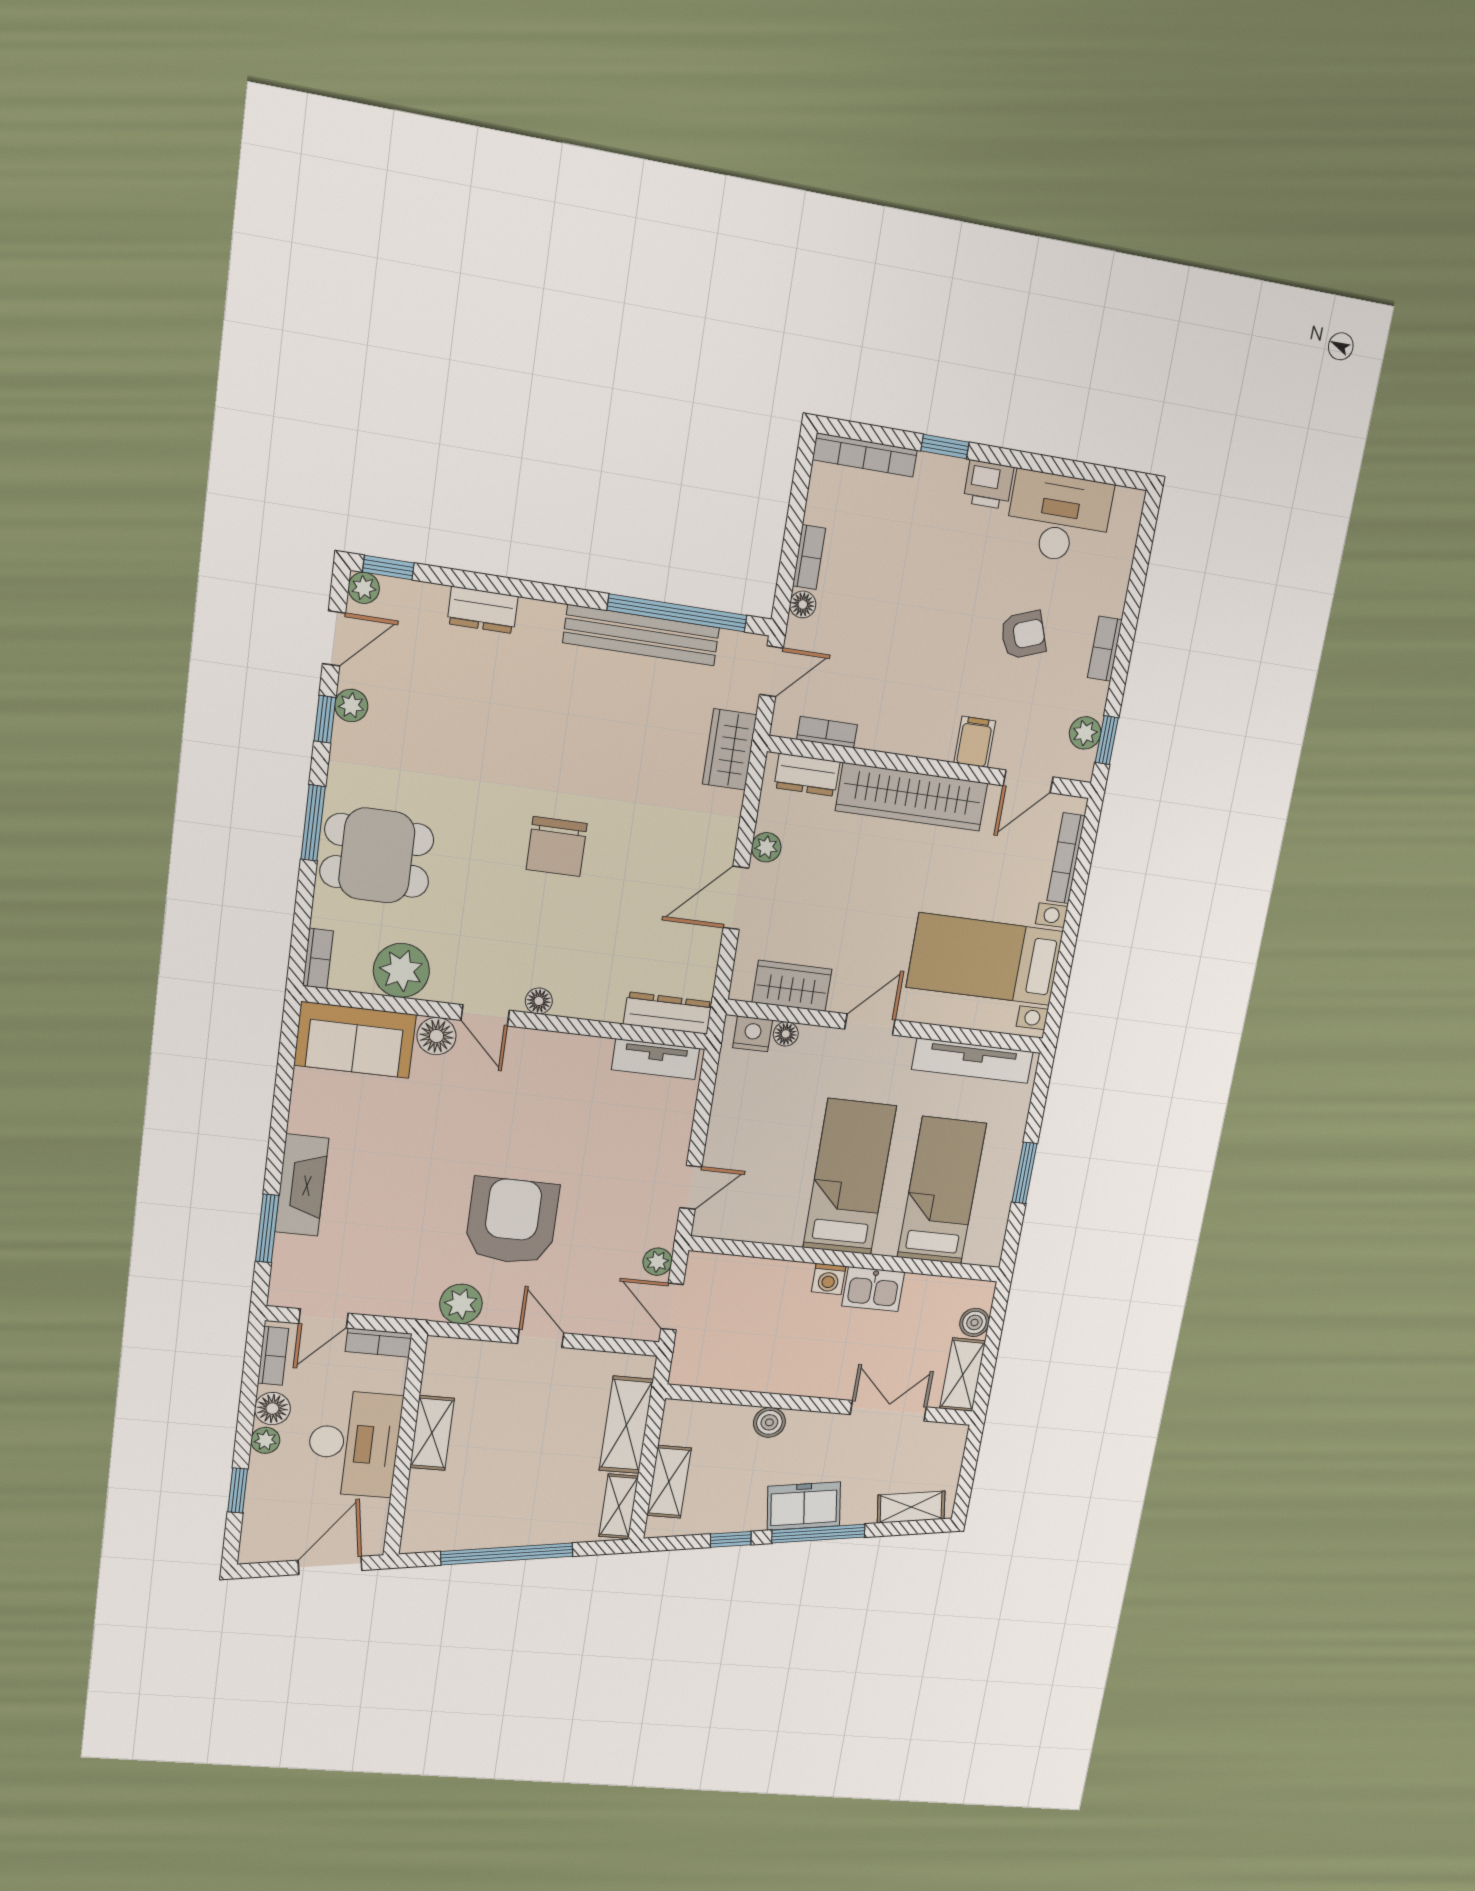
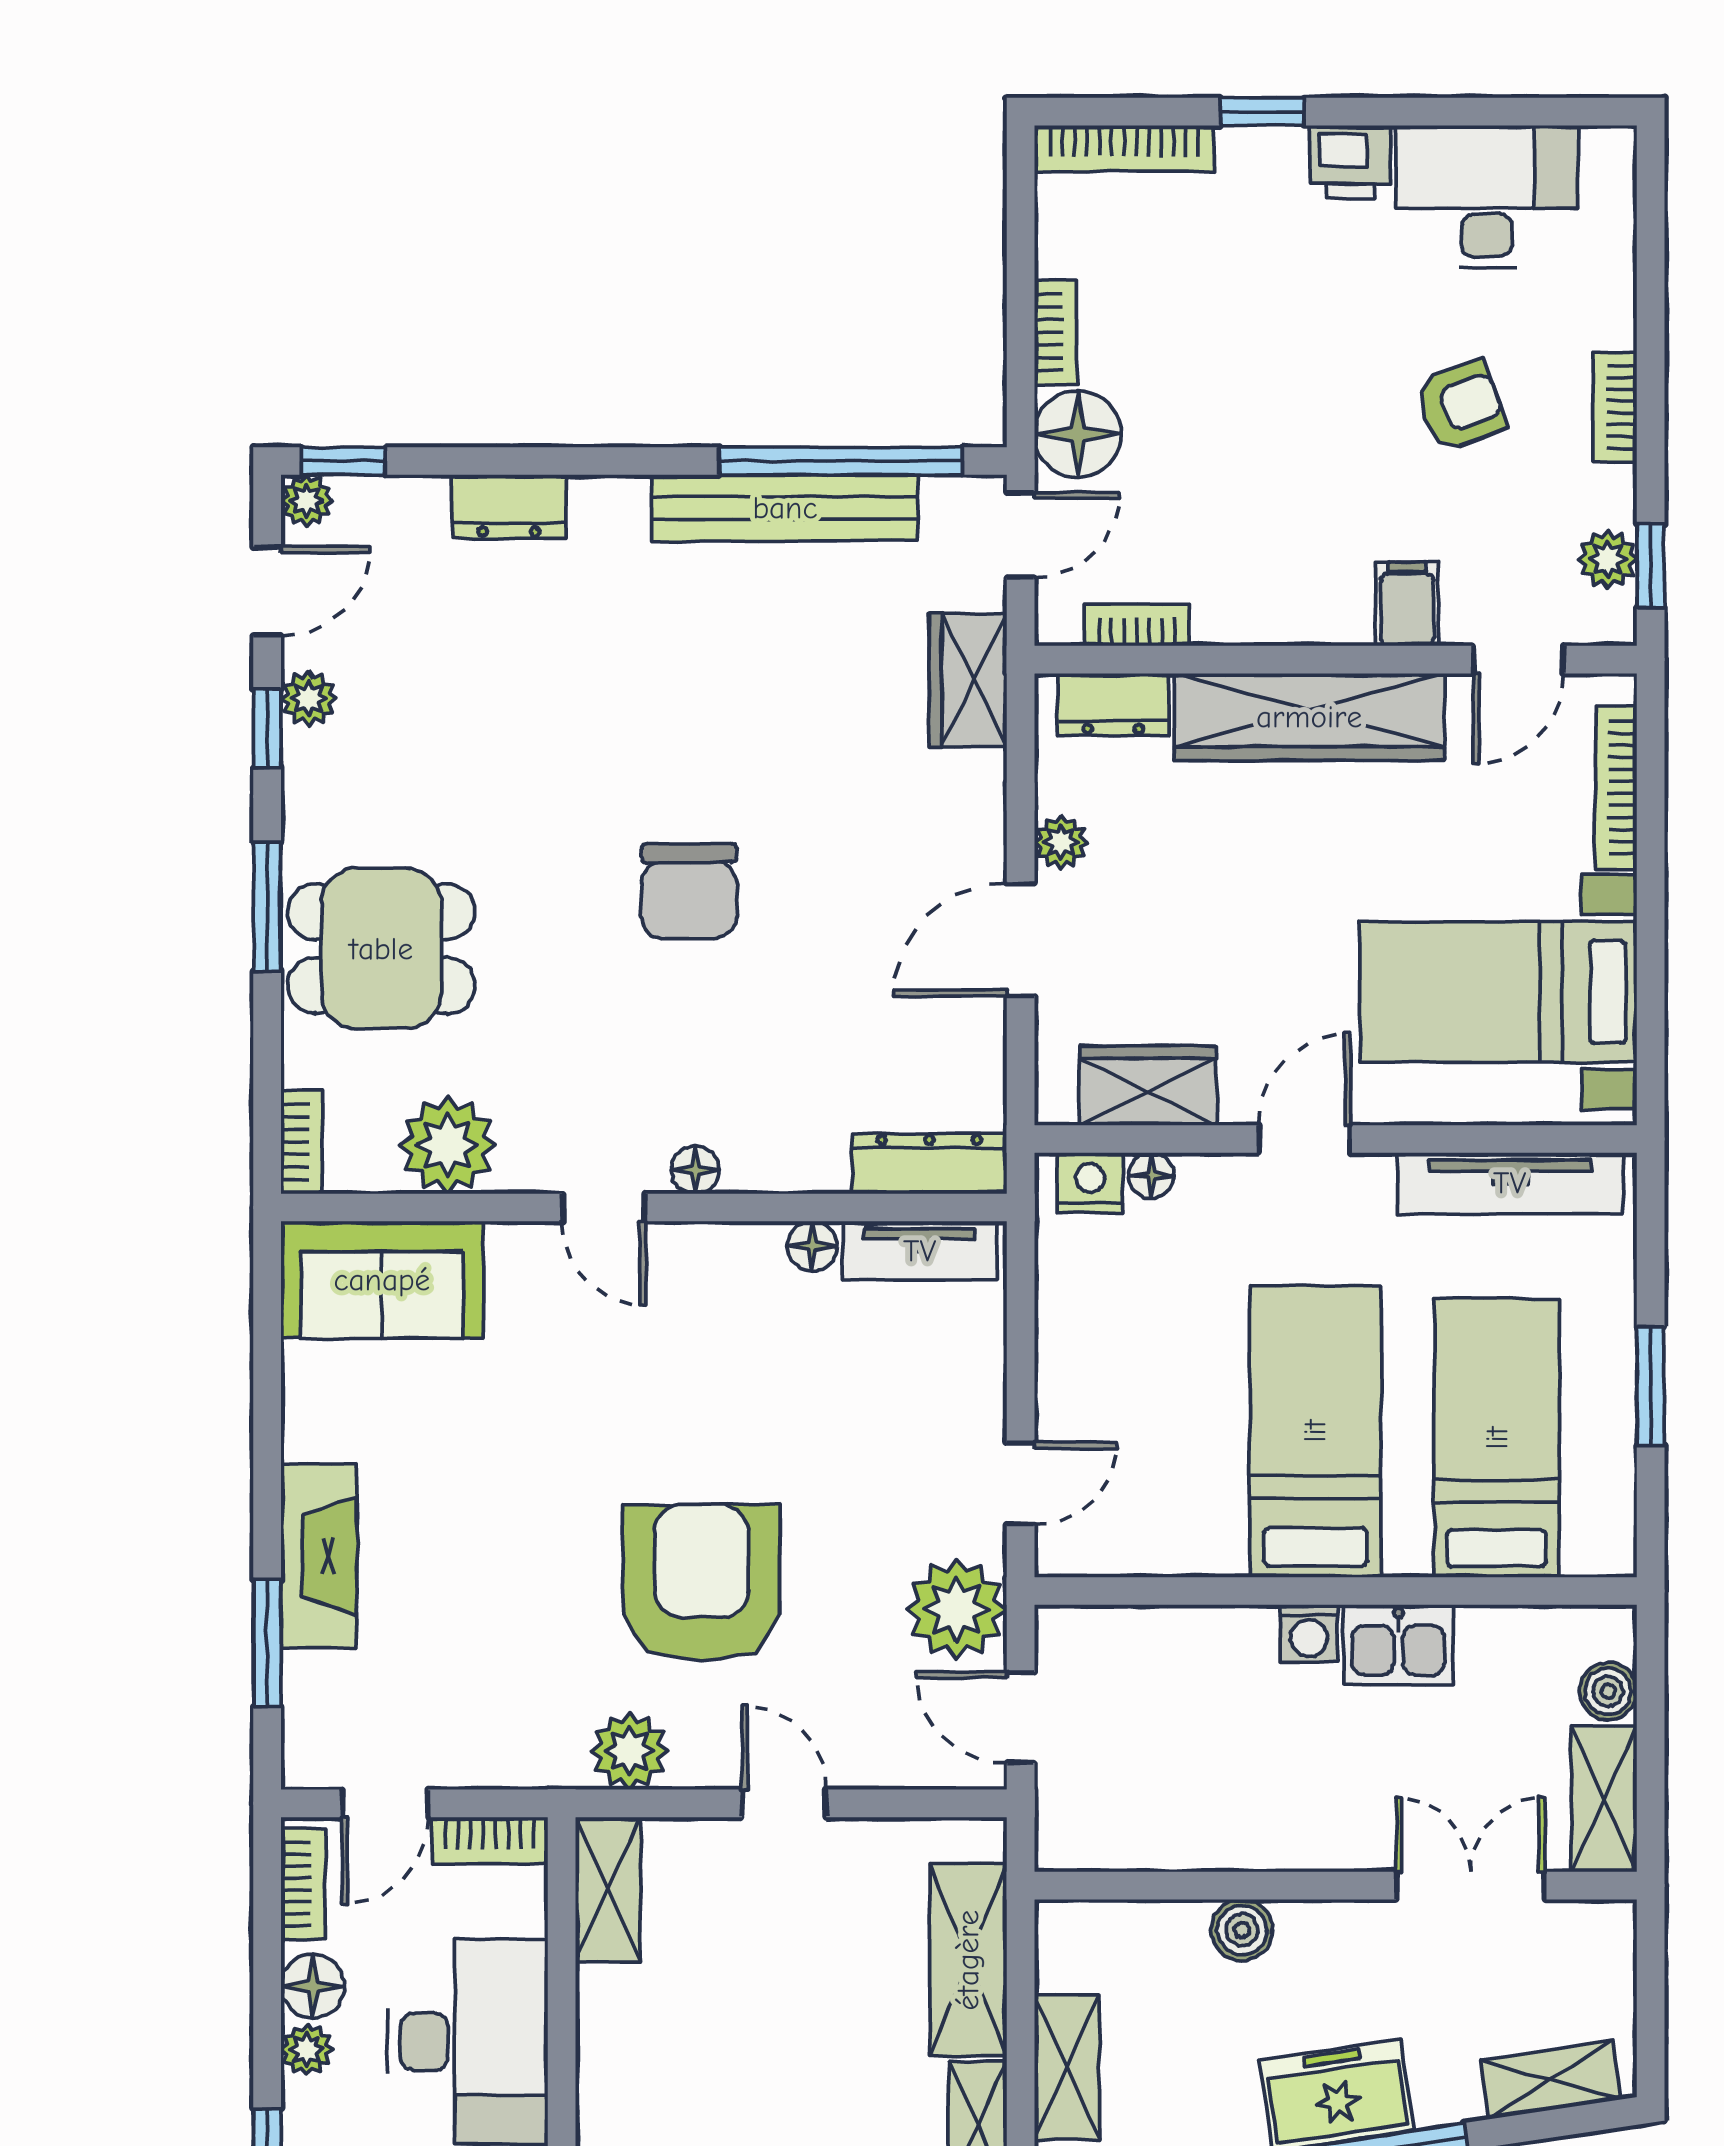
floor lamp: (803, 604) -> (1078, 434), width x1.89, depth x1.89
floor lamp: (436, 1036) -> (812, 1246), moved, width x0.73, depth x0.73
plant: (657, 1262) -> (956, 1609), width x1.87, depth x1.87
shelving: (432, 1433) -> (608, 1889), moved

